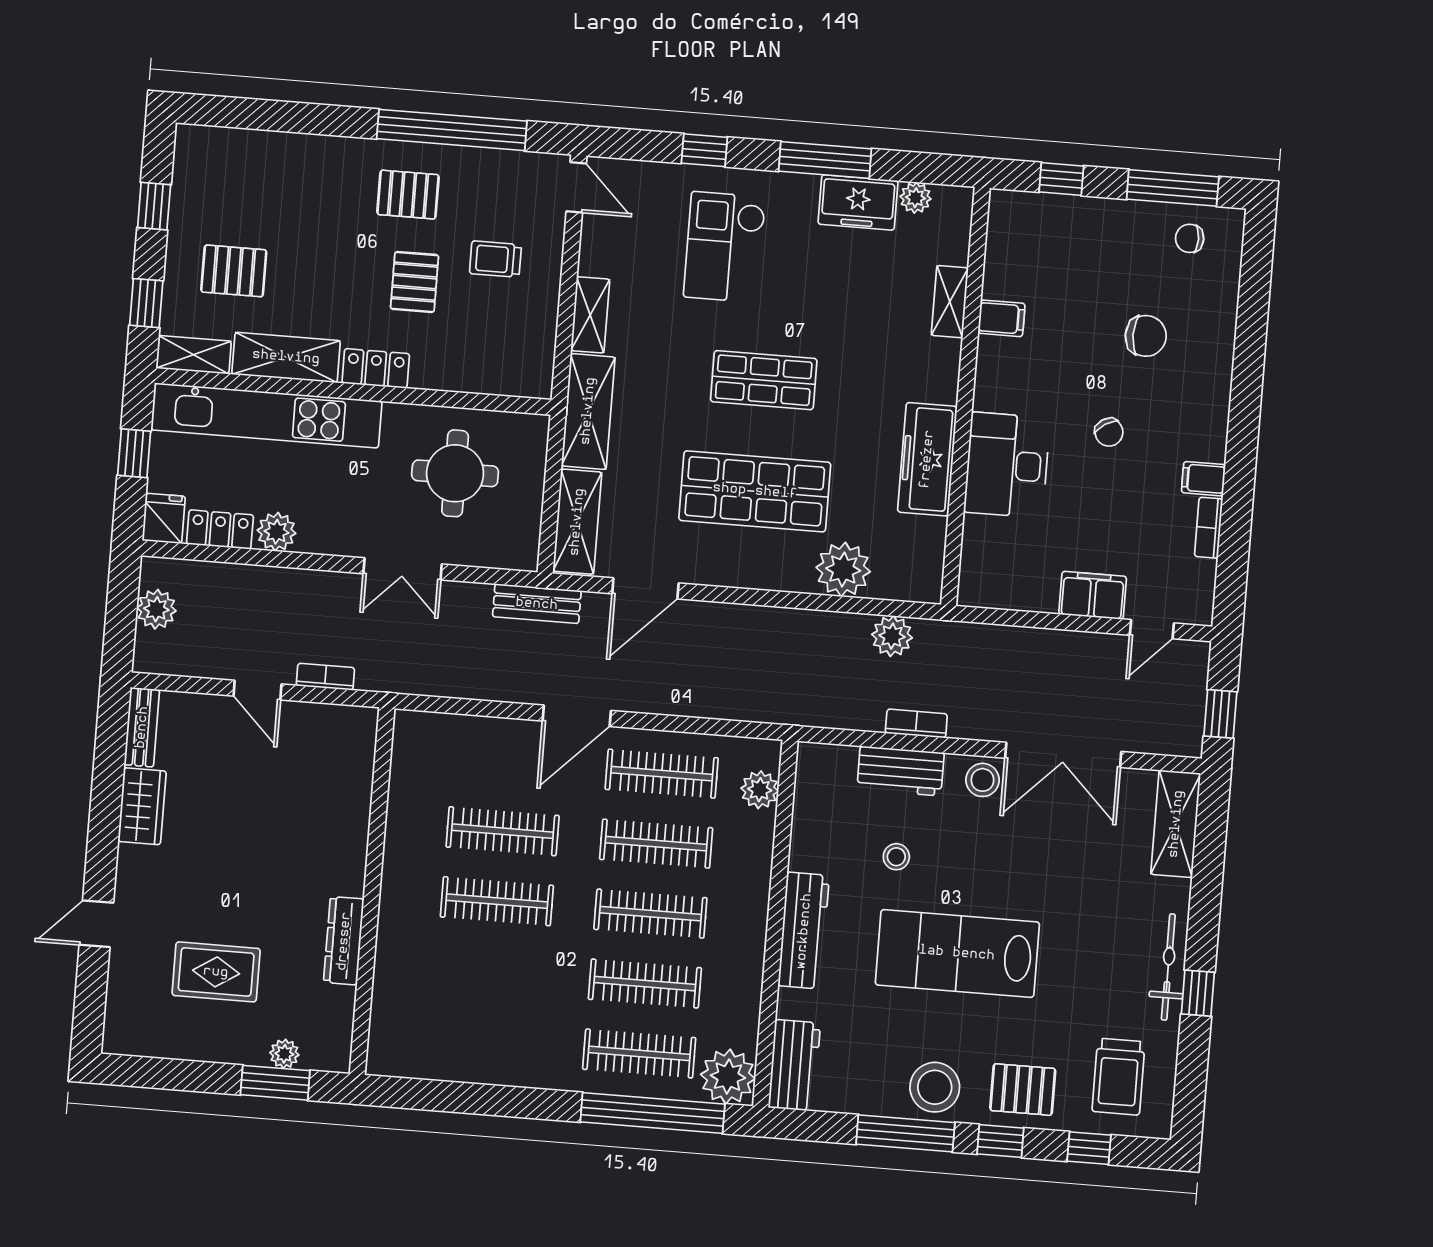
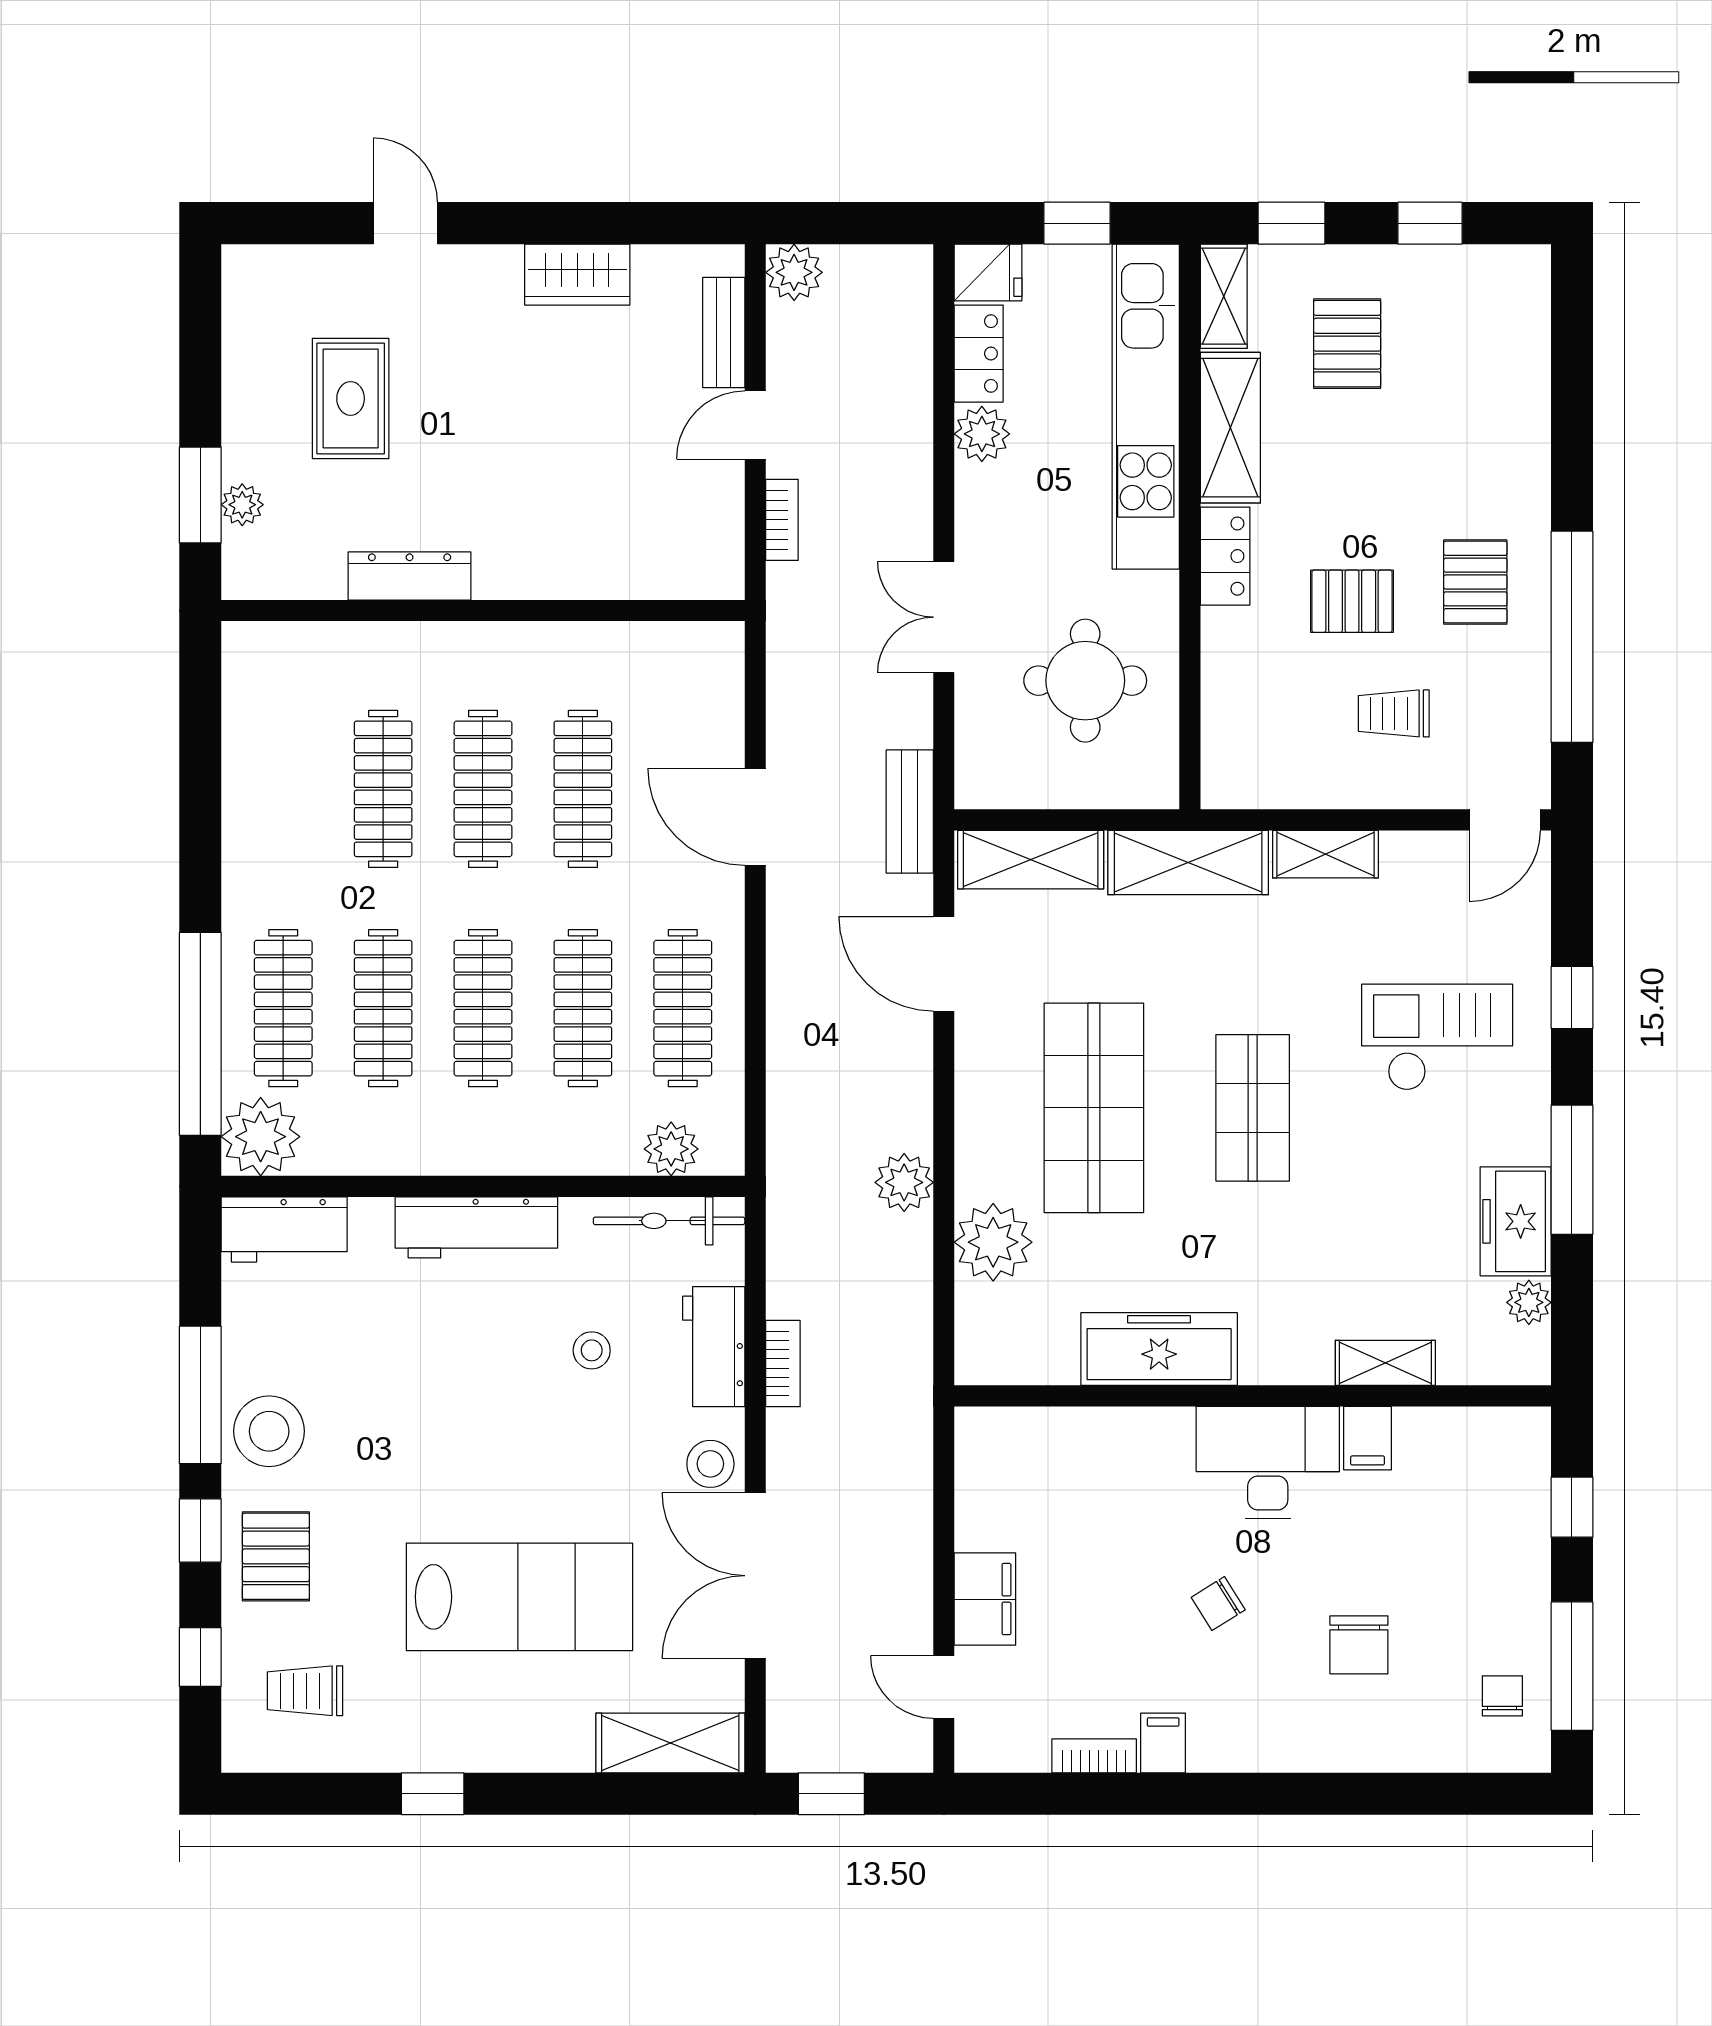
trolley: (495, 259) -> (1394, 713), turned -90
desk: (1007, 465) -> (1268, 1463), moved
plant: (156, 609) -> (794, 272), moved
plant: (892, 636) -> (904, 1182), moved
door: (577, 716) -> (755, 817), moved
bench: (142, 727) -> (724, 333), moved, turned 90
lab bench: (957, 953) -> (519, 1597), moved, turned 90
bicycle: (1168, 967) -> (669, 1221), moved, turned 180
clothes rail: (491, 971) -> (383, 789), added
trolley: (1118, 1077) -> (305, 1691), width x0.73, depth x0.72

